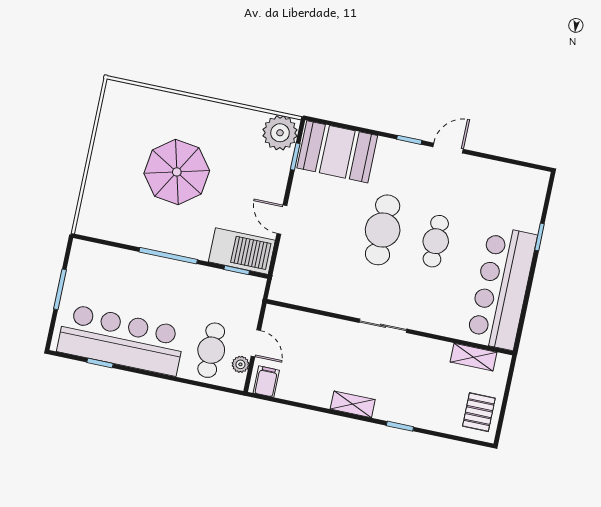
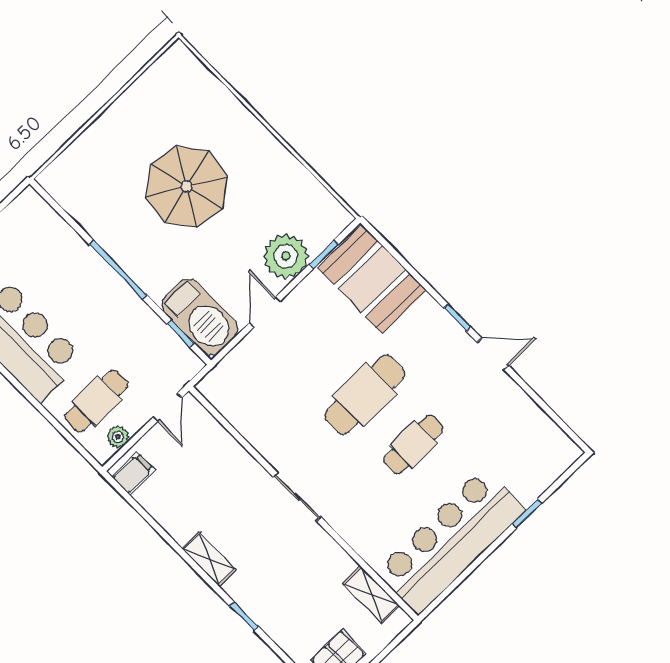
plant: (280, 133) -> (286, 256), moved
door: (256, 343) -> (168, 407), moved

